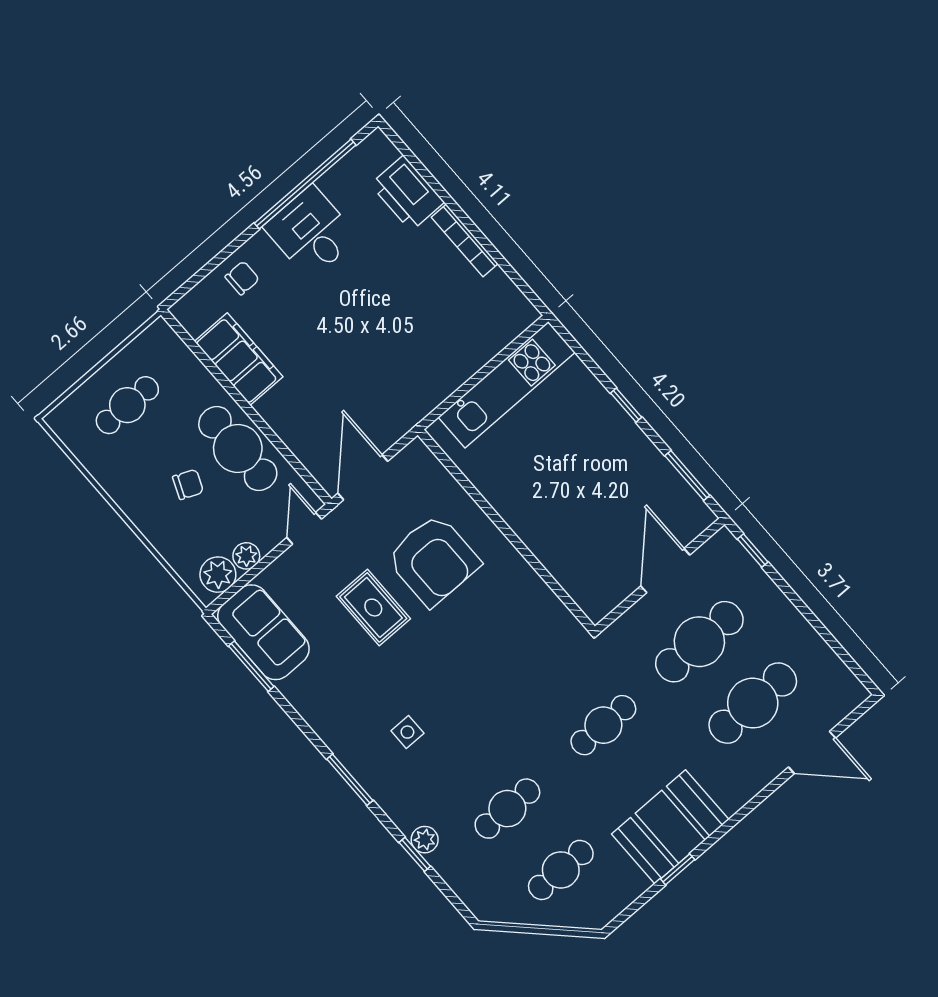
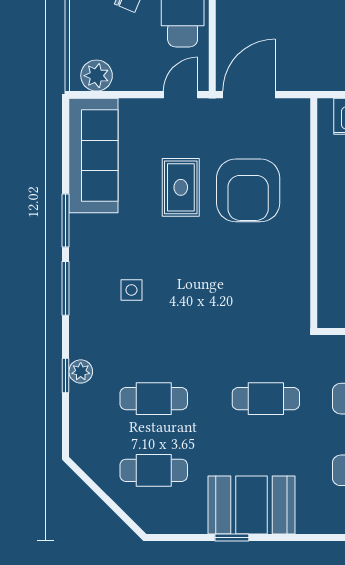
plant: (246, 556) -> (126, 80), removed
sofa: (263, 632) -> (93, 155), width x1.36
window: (251, 666) -> (66, 221), moved

